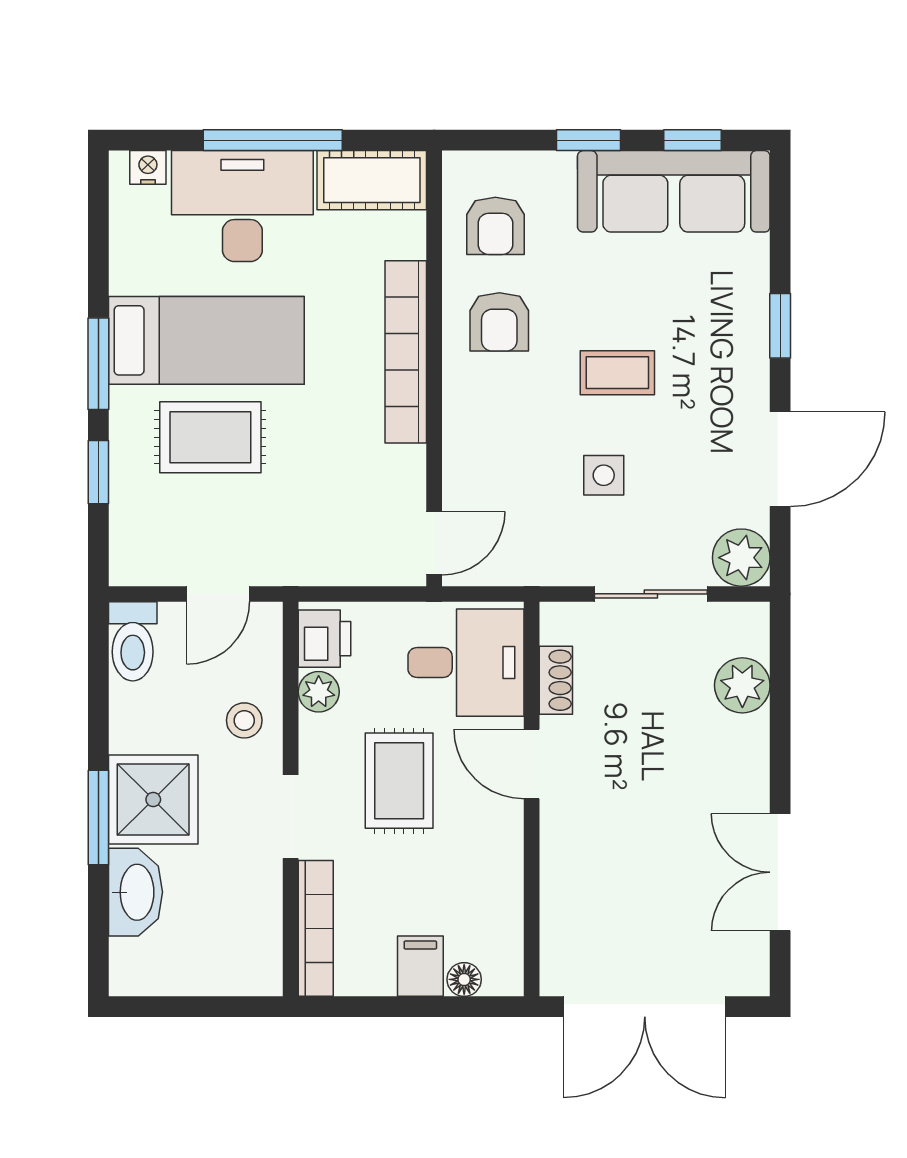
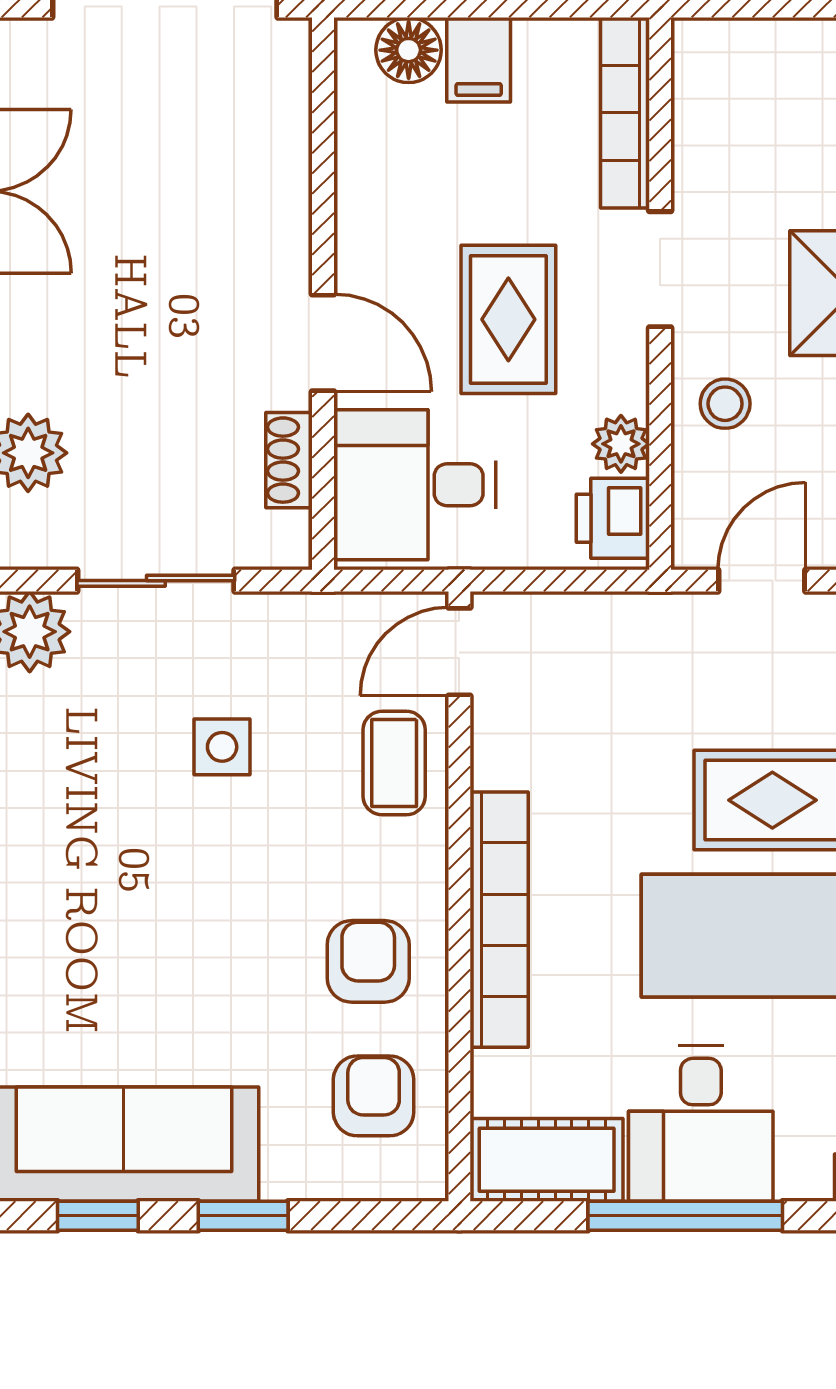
desk: (242, 206) -> (701, 1124), width x0.73
coffee table: (617, 373) -> (394, 763), moved, turned 90
floor lamp: (464, 979) -> (409, 50), width x1.37, depth x1.37

